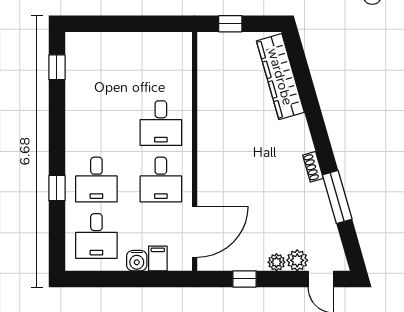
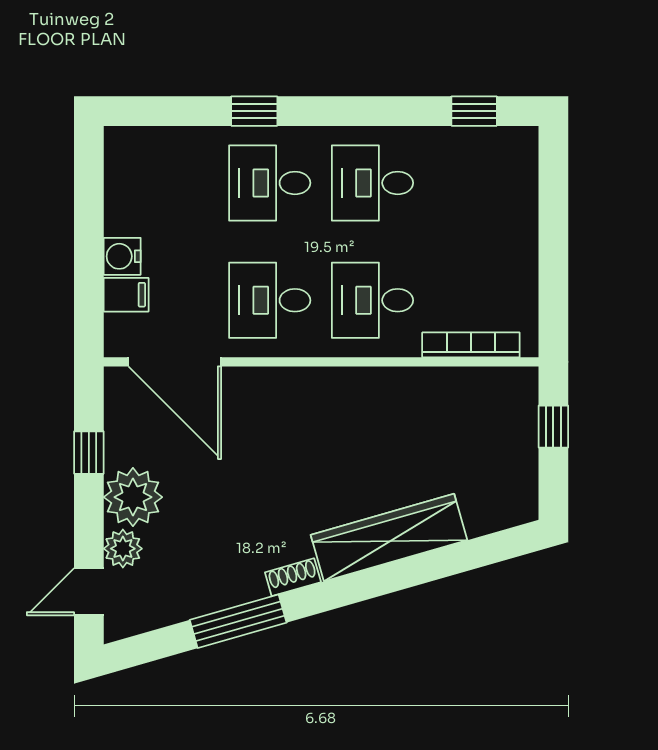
bookcase: (185, 69) -> (471, 345), added
wardrobe: (280, 77) -> (389, 537), moved
desk: (96, 236) -> (372, 183), moved
plant: (276, 262) -> (133, 497), width x1.87, depth x1.87

